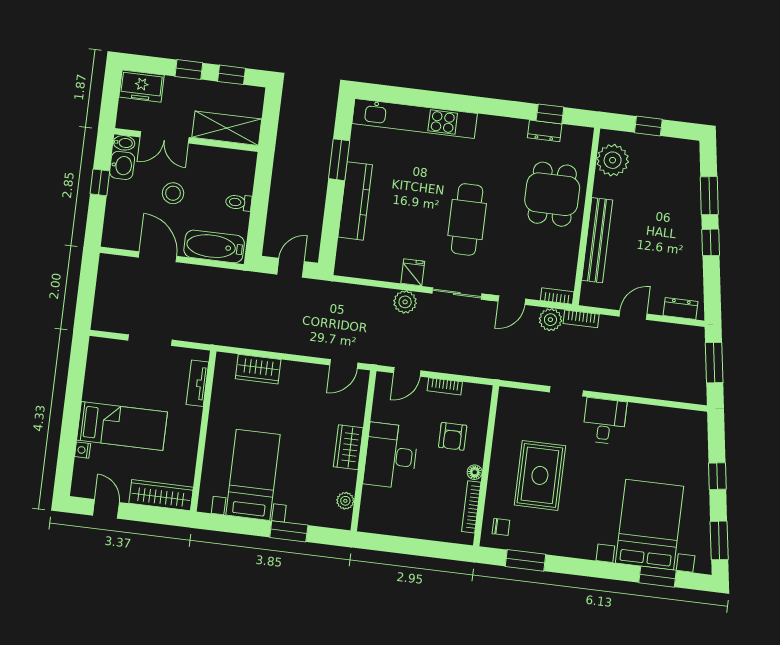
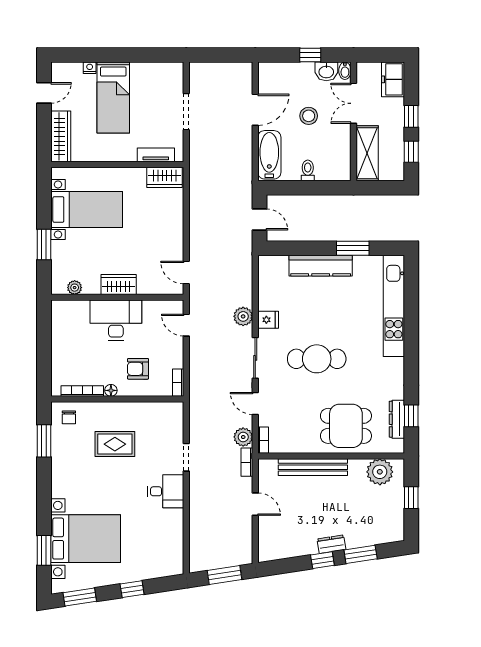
dresser: (545, 131) -> (397, 419), width x1.44
dresser: (680, 309) -> (331, 544), moved, turned -99
wardrobe: (258, 369) -> (165, 177), moved, turned -90
bookcase: (445, 386) -> (178, 383), moved
rug: (540, 475) -> (115, 444), width x0.73, depth x0.70

